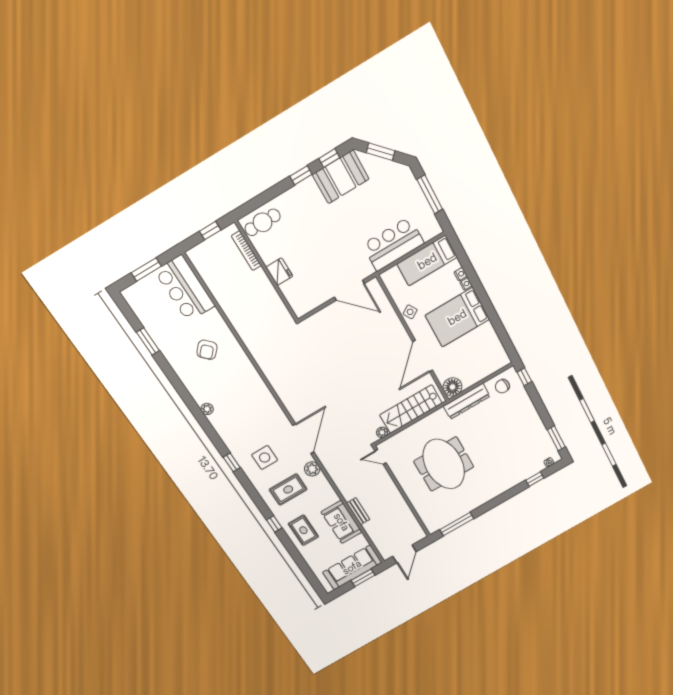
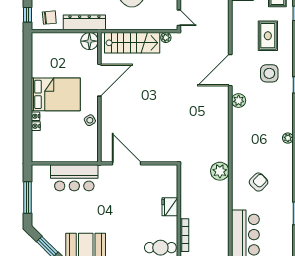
bed: (427, 261) -> (56, 151), removed
plant: (252, 338) -> (220, 171), added
plant: (312, 469) -> (239, 101), moved
rug: (288, 489) -> (268, 36), turned 90

